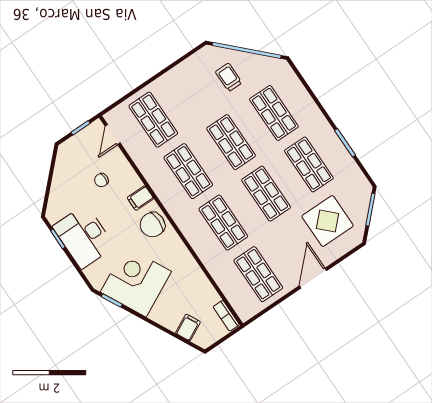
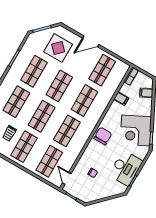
shop shelf: (196, 91) -> (24, 147), added
door: (113, 135) -> (67, 178), swing flipped
filing cabinet: (140, 198) -> (121, 99), moved
chair: (152, 225) -> (103, 136), turned -90

